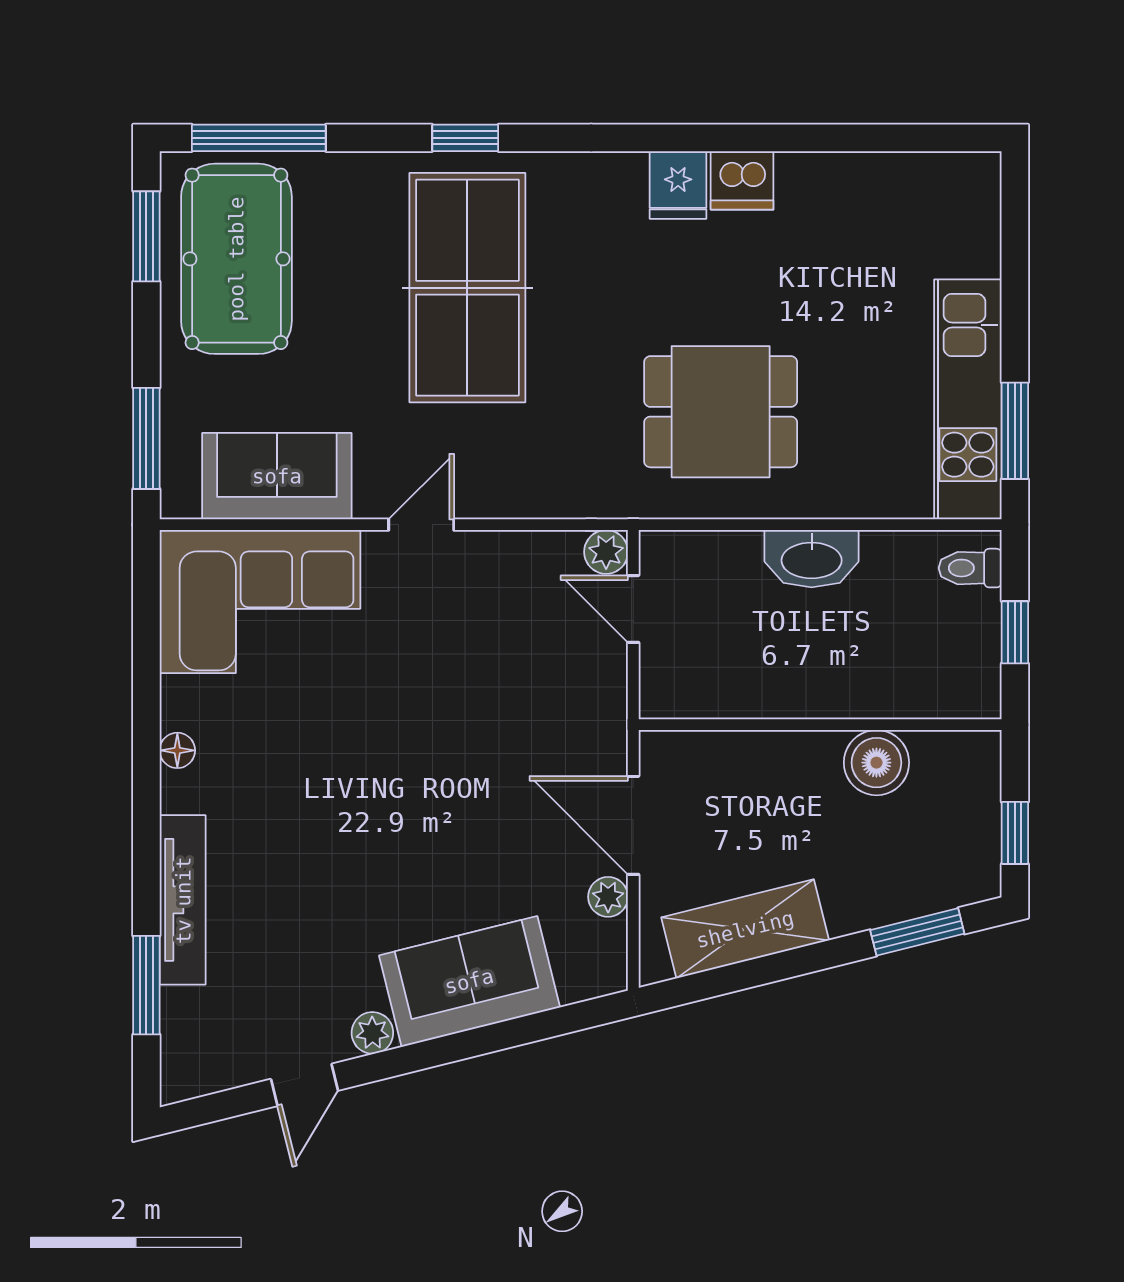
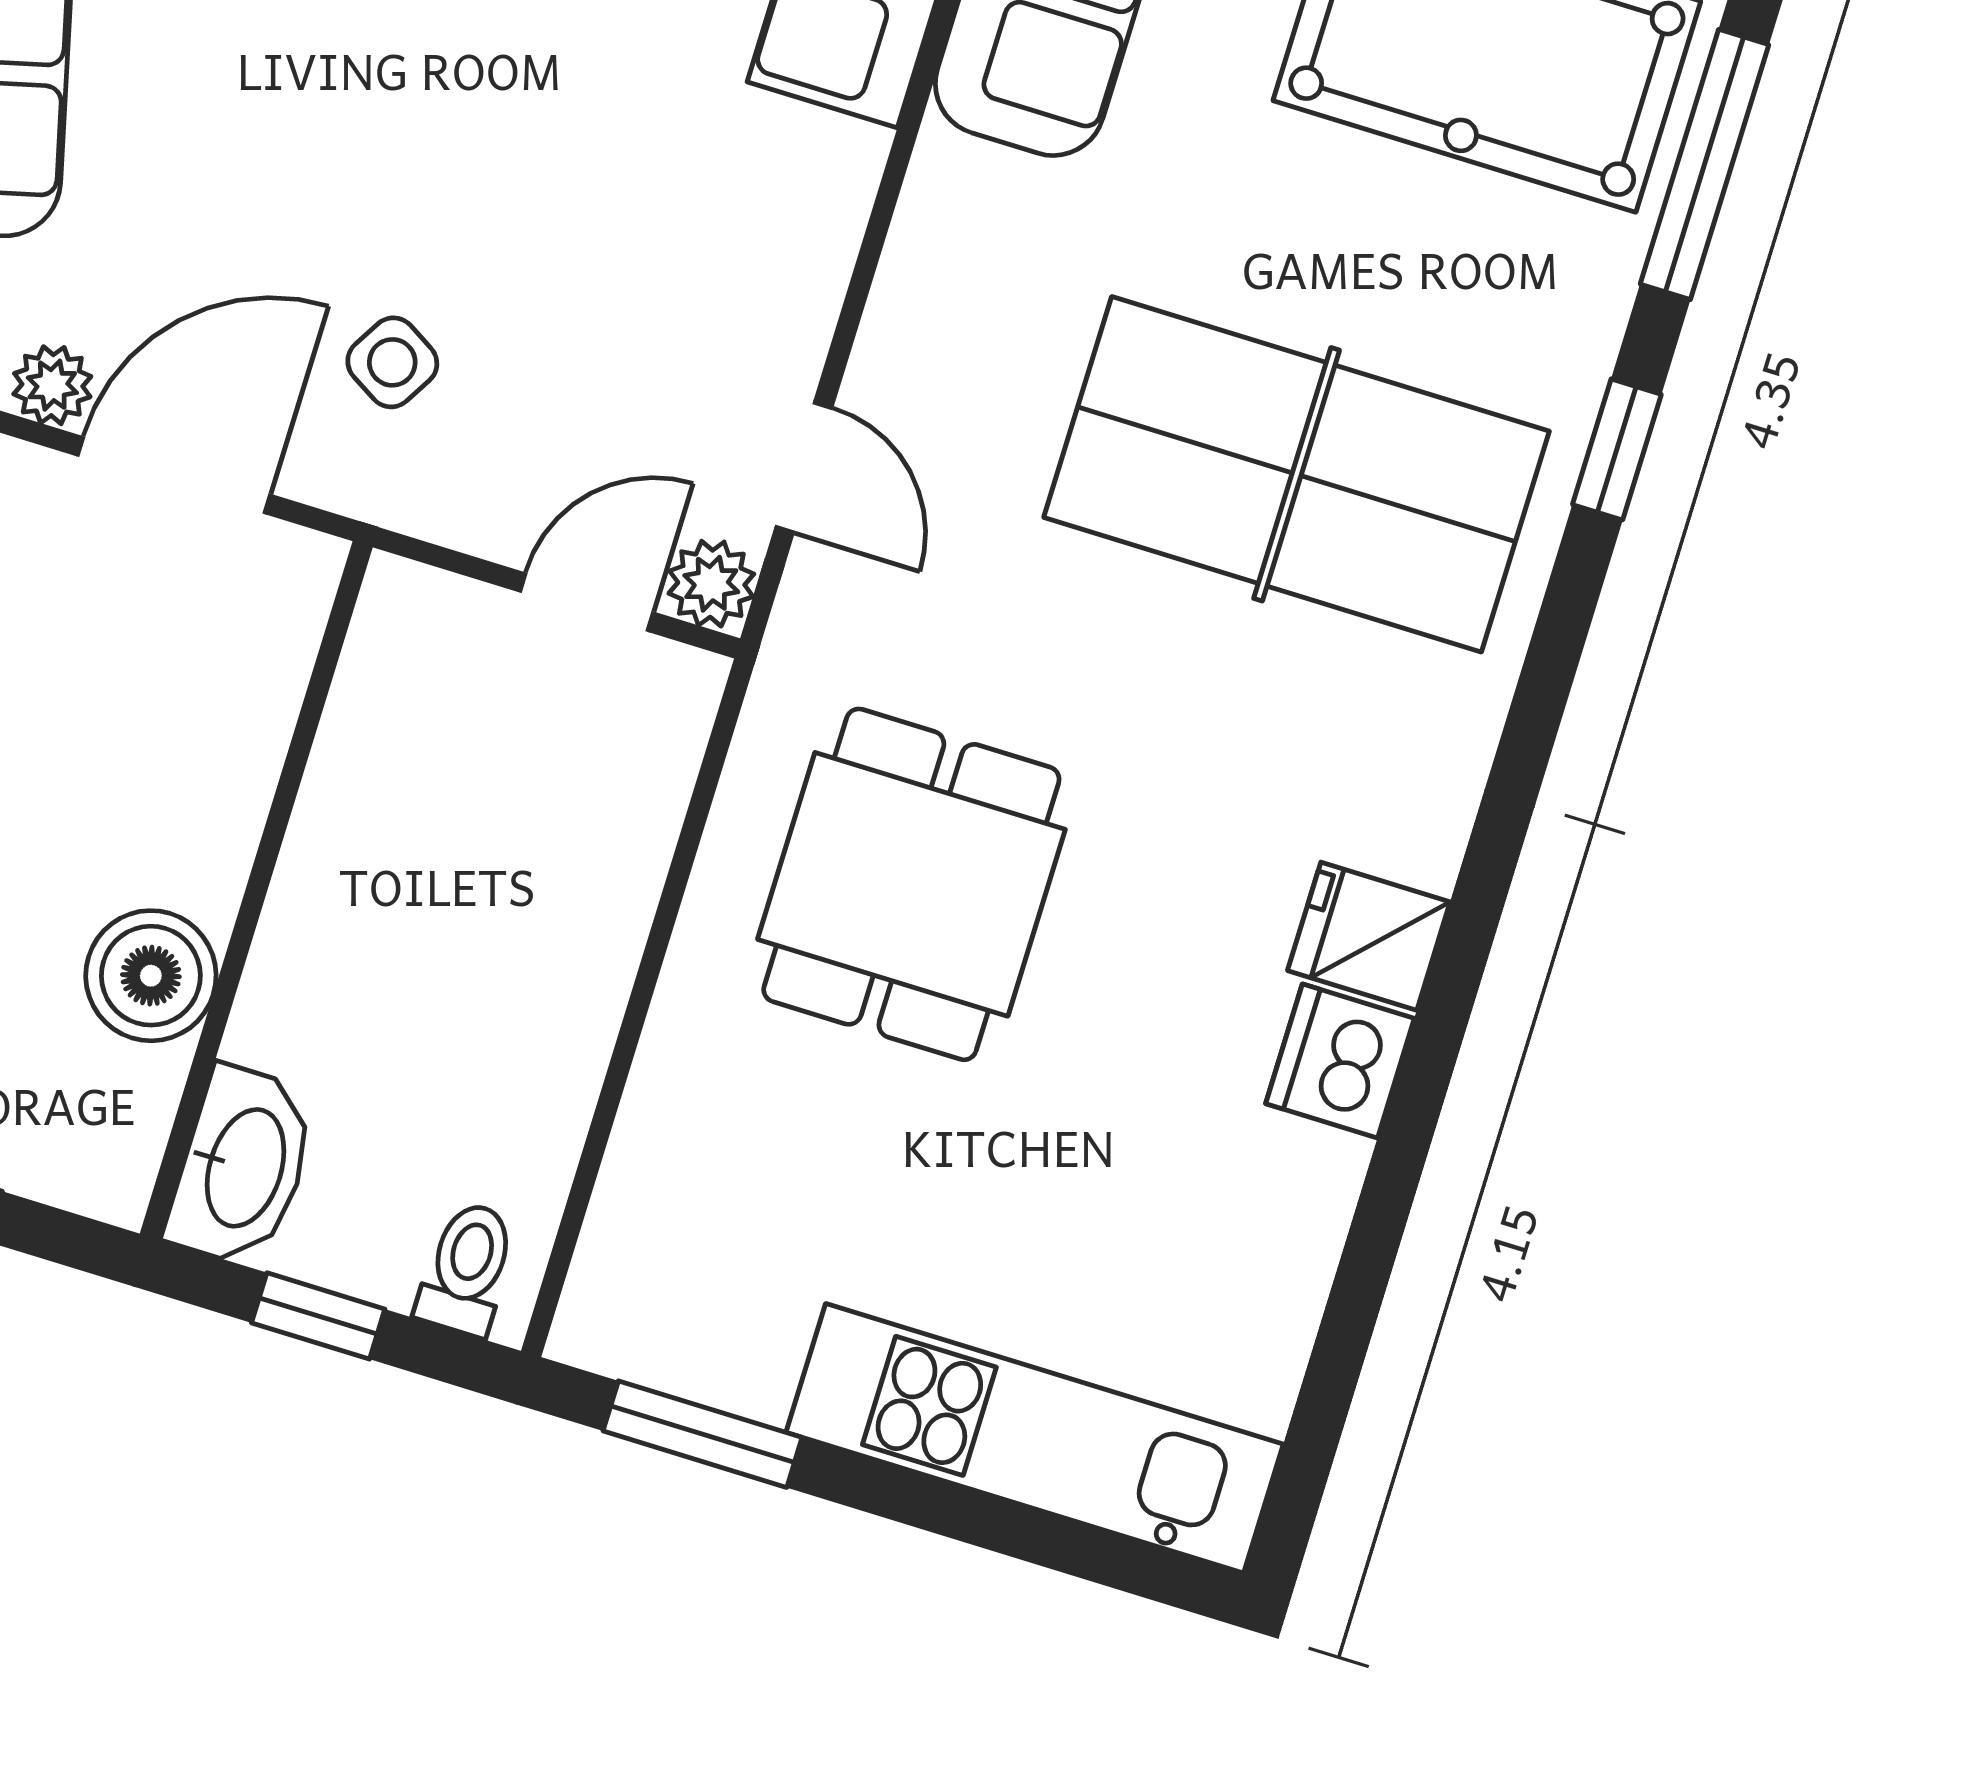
window: (465, 138) -> (1617, 449), moved
kitchen unit: (968, 399) -> (1035, 1438), moved
door: (421, 525) -> (804, 468), moved
washbasin: (812, 559) -> (242, 1167), moved, turned 180
side table: (547, 737) -> (392, 362), added

